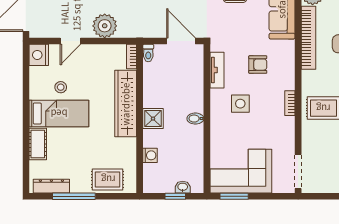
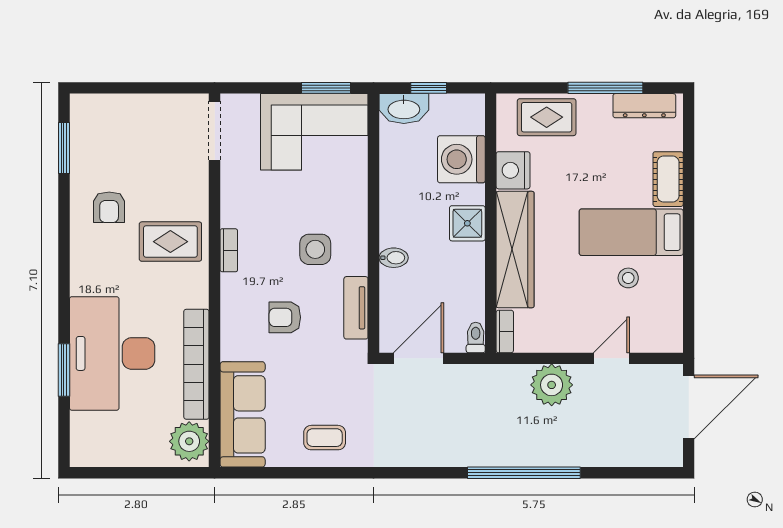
door: (181, 41) -> (418, 358), swing flipped
nightstand: (39, 55) -> (513, 170), moved, turned 180
bidet: (195, 119) -> (394, 258), moved
washing machine: (150, 155) -> (461, 159), width x1.89, depth x1.89
washbasin: (183, 187) -> (404, 109), width x1.91, depth x1.45

